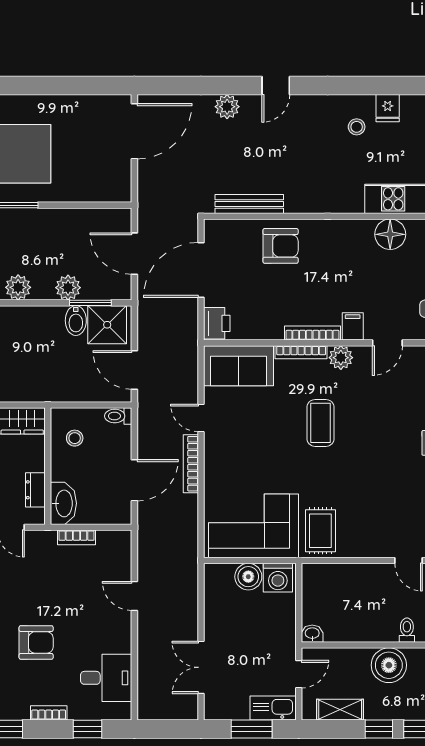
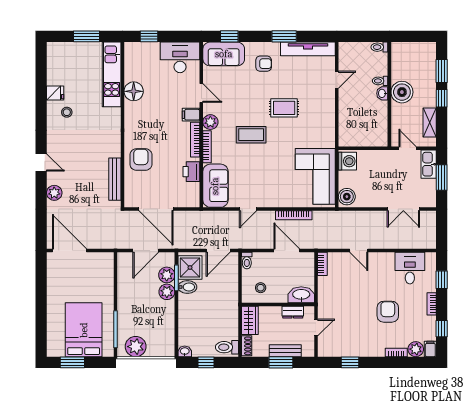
plant: (18, 287) -> (167, 275), moved
printer: (217, 323) -> (191, 172), moved, turned -90
bookcase: (191, 464) -> (294, 215), moved
rug: (320, 531) -> (284, 108), moved
bookcase: (76, 537) -> (322, 264), moved
boiler: (248, 577) -> (347, 197), moved
door: (134, 596) -> (359, 251), hinge flipped
washbasin: (312, 634) -> (382, 93), moved

